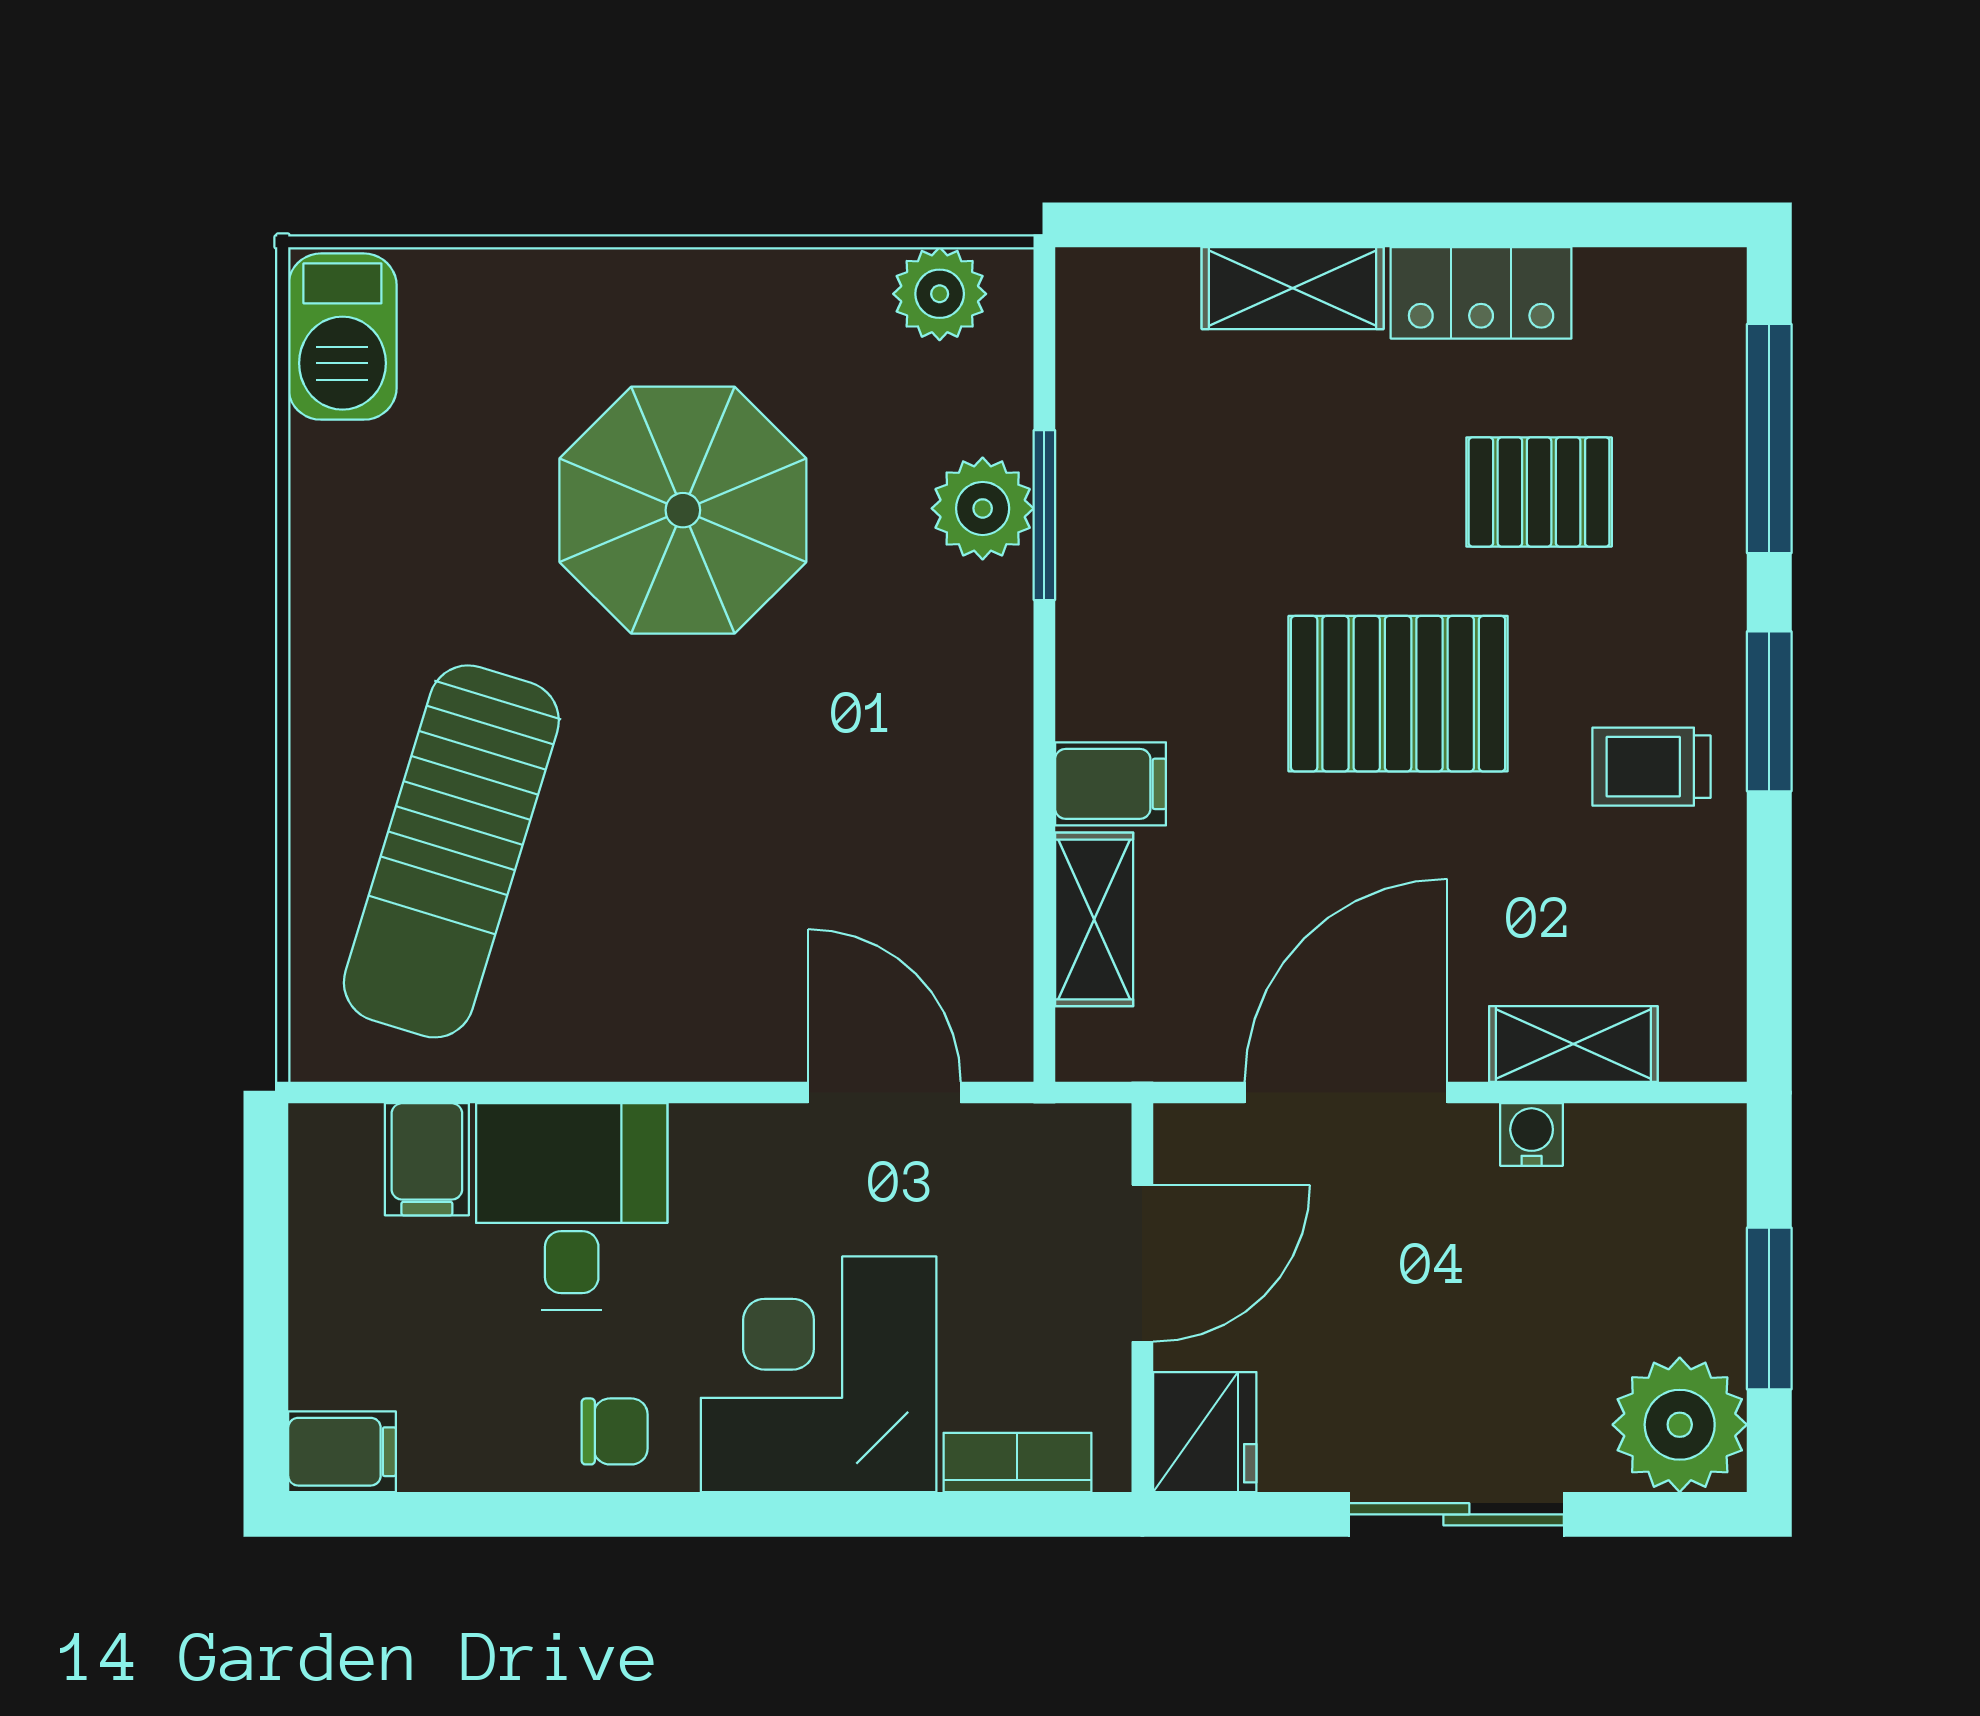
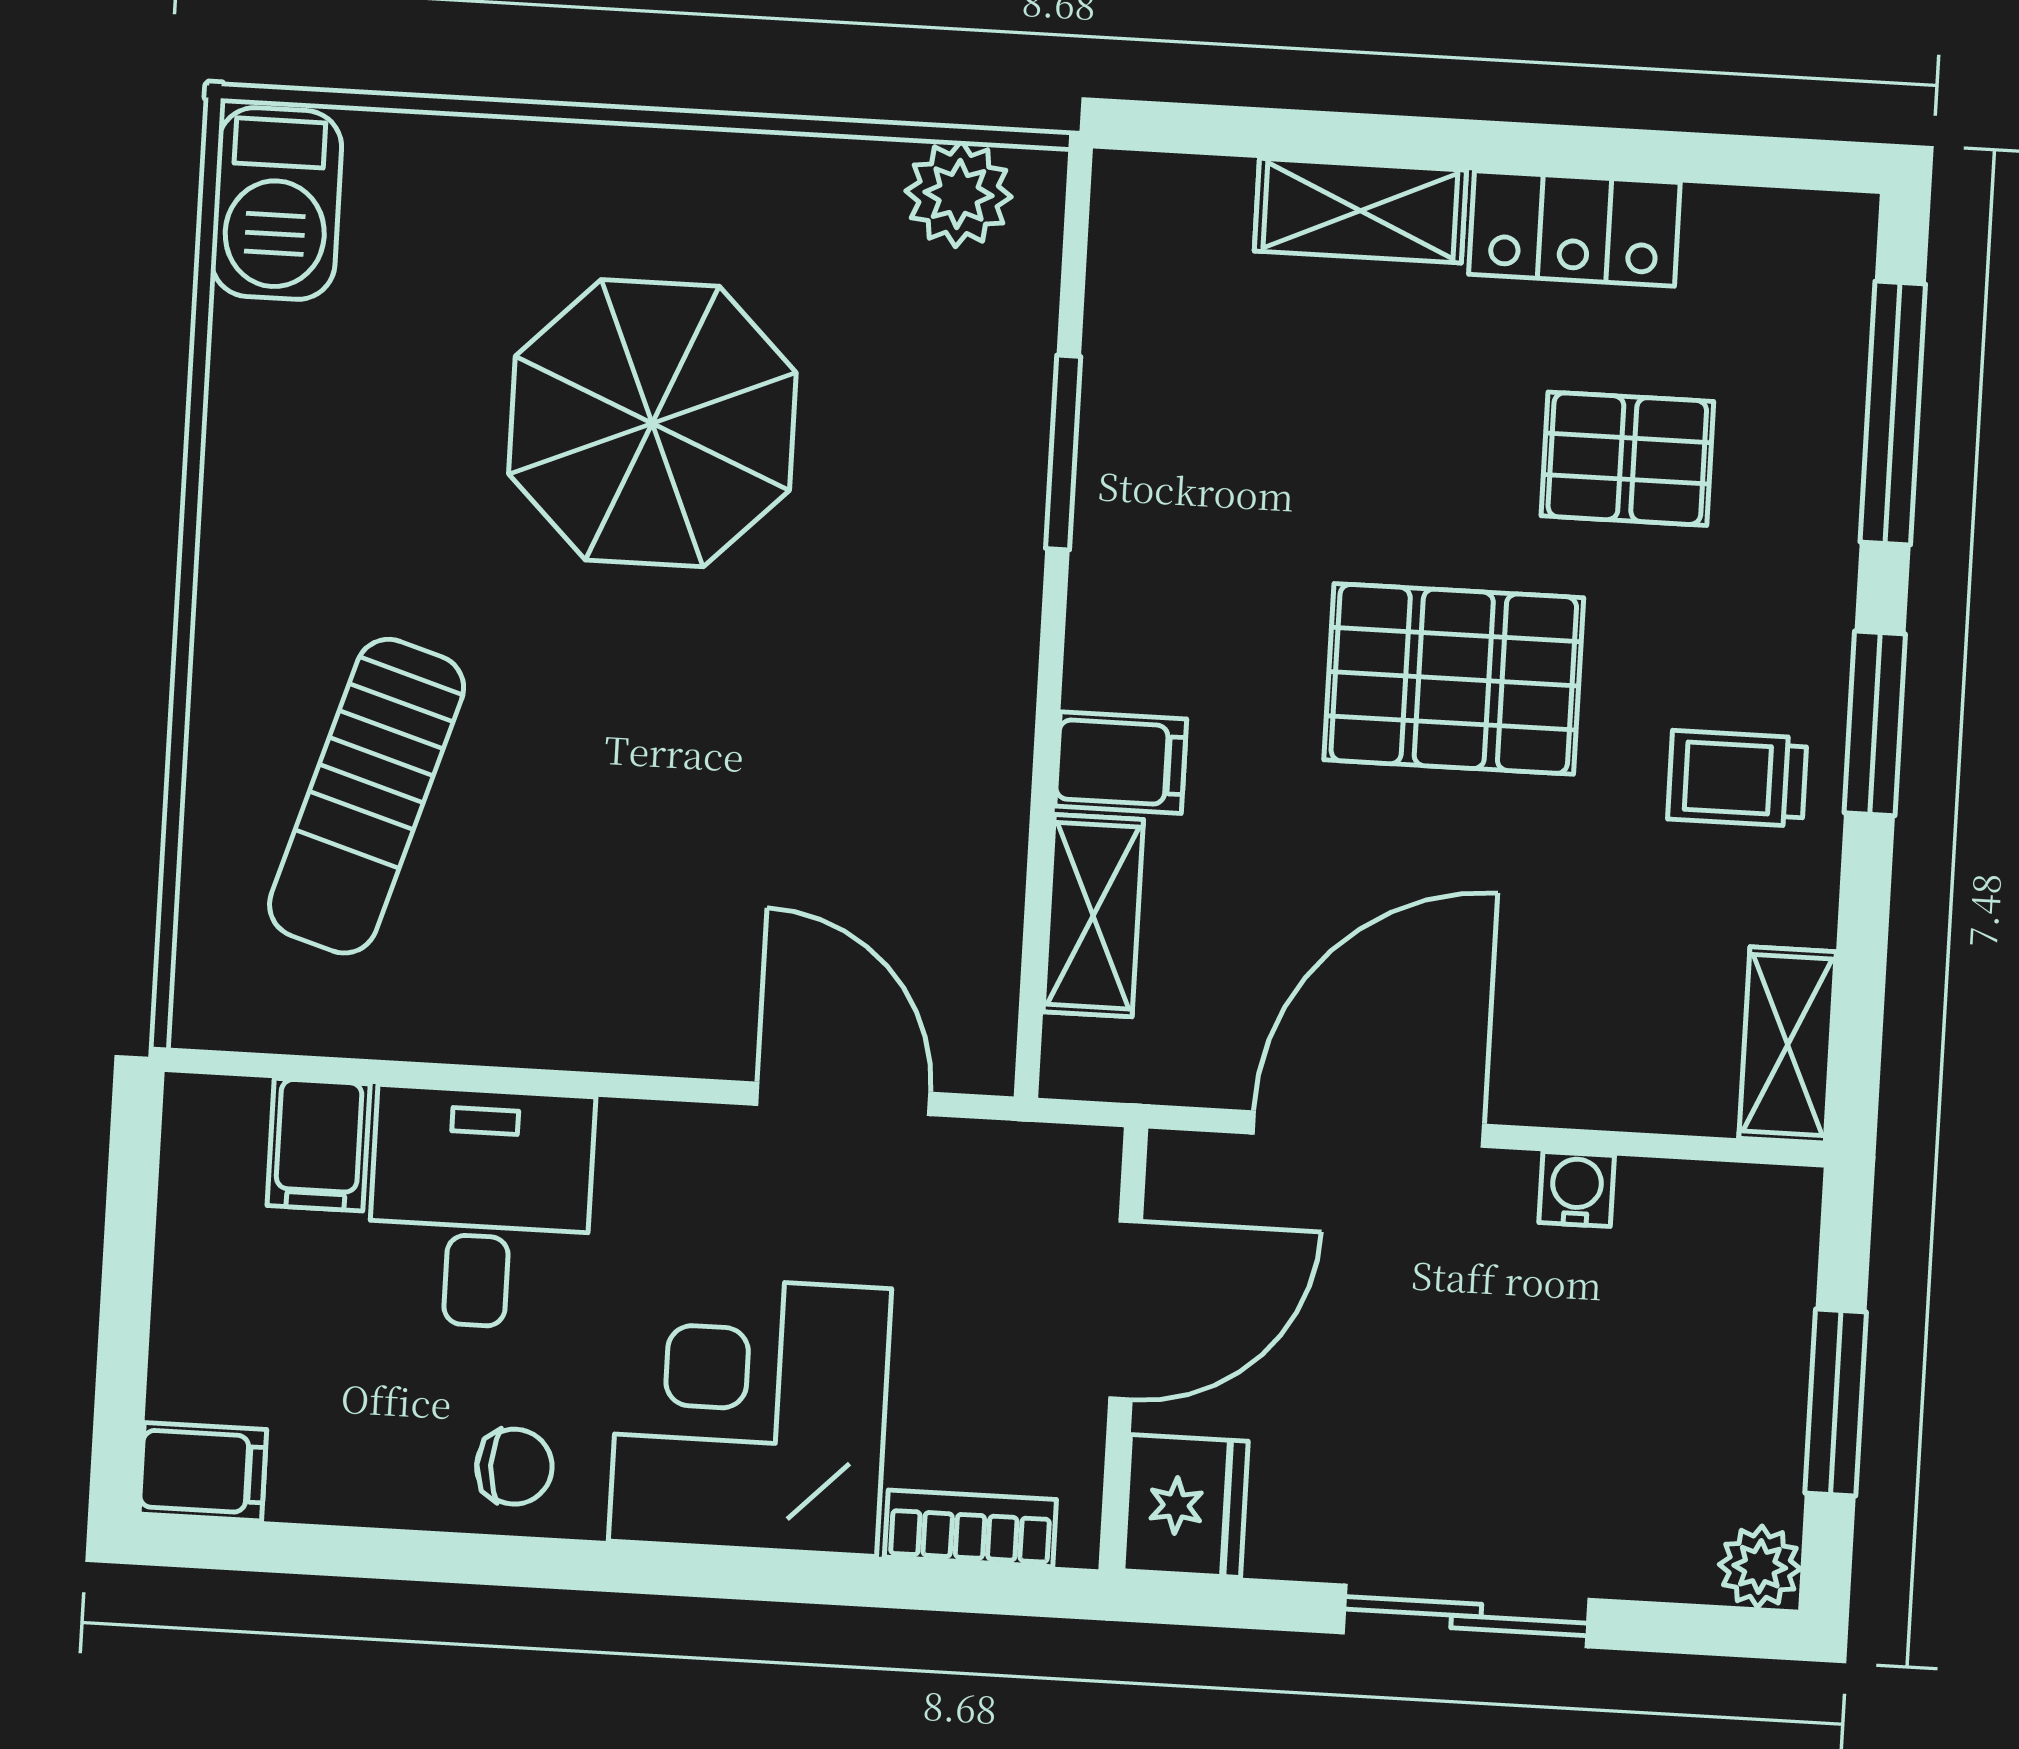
plant: (983, 508) -> (993, 441), removed
sun lounger: (451, 851) -> (367, 796), width x0.73, depth x0.75
shelving: (1573, 1044) -> (1788, 1045), moved, turned 90
plant: (1680, 1425) -> (1760, 1567), width x0.53, depth x0.53

